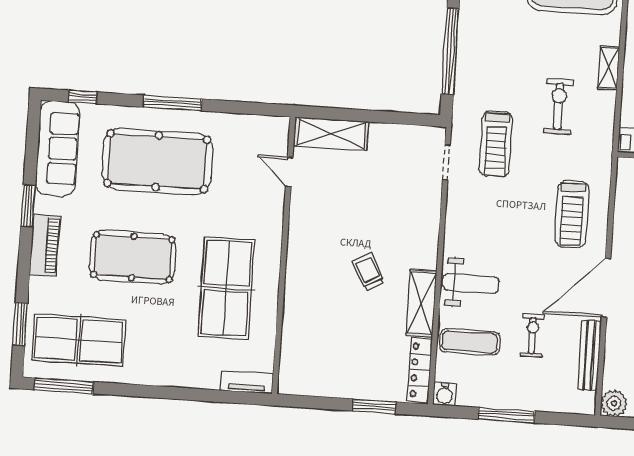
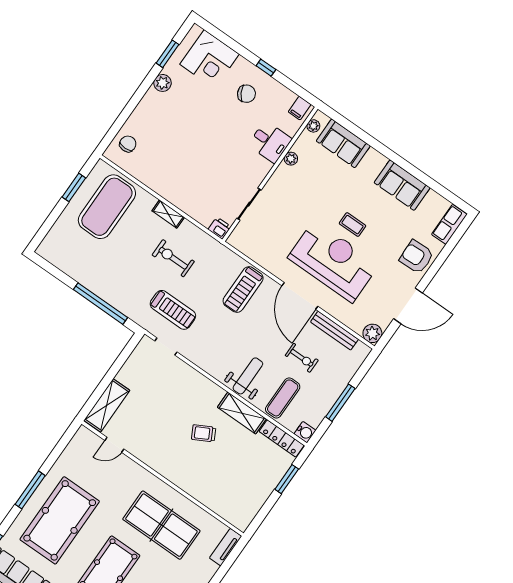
treadmill: (572, 214) -> (243, 290), turned 90
exercise bike: (532, 335) -> (302, 358), turned 180

